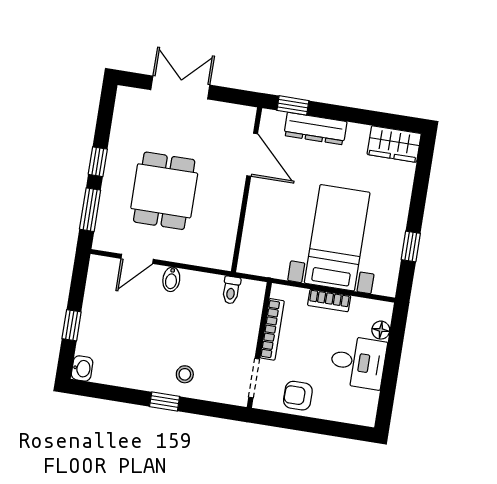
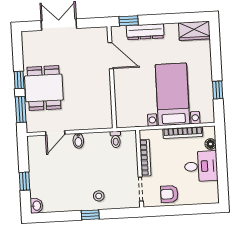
dining table: (164, 191) -> (44, 88), moved
bookcase: (329, 301) -> (183, 133), width x1.56

